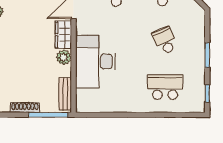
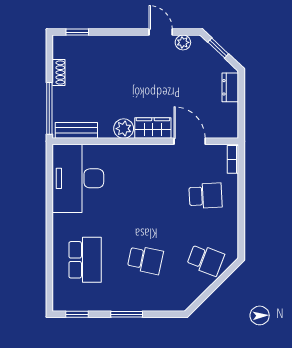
school desk: (165, 41) -> (145, 260), turned 36
desk: (96, 62) -> (78, 178), moved, turned -90
shoe rack: (25, 108) -> (59, 72), width x0.70

